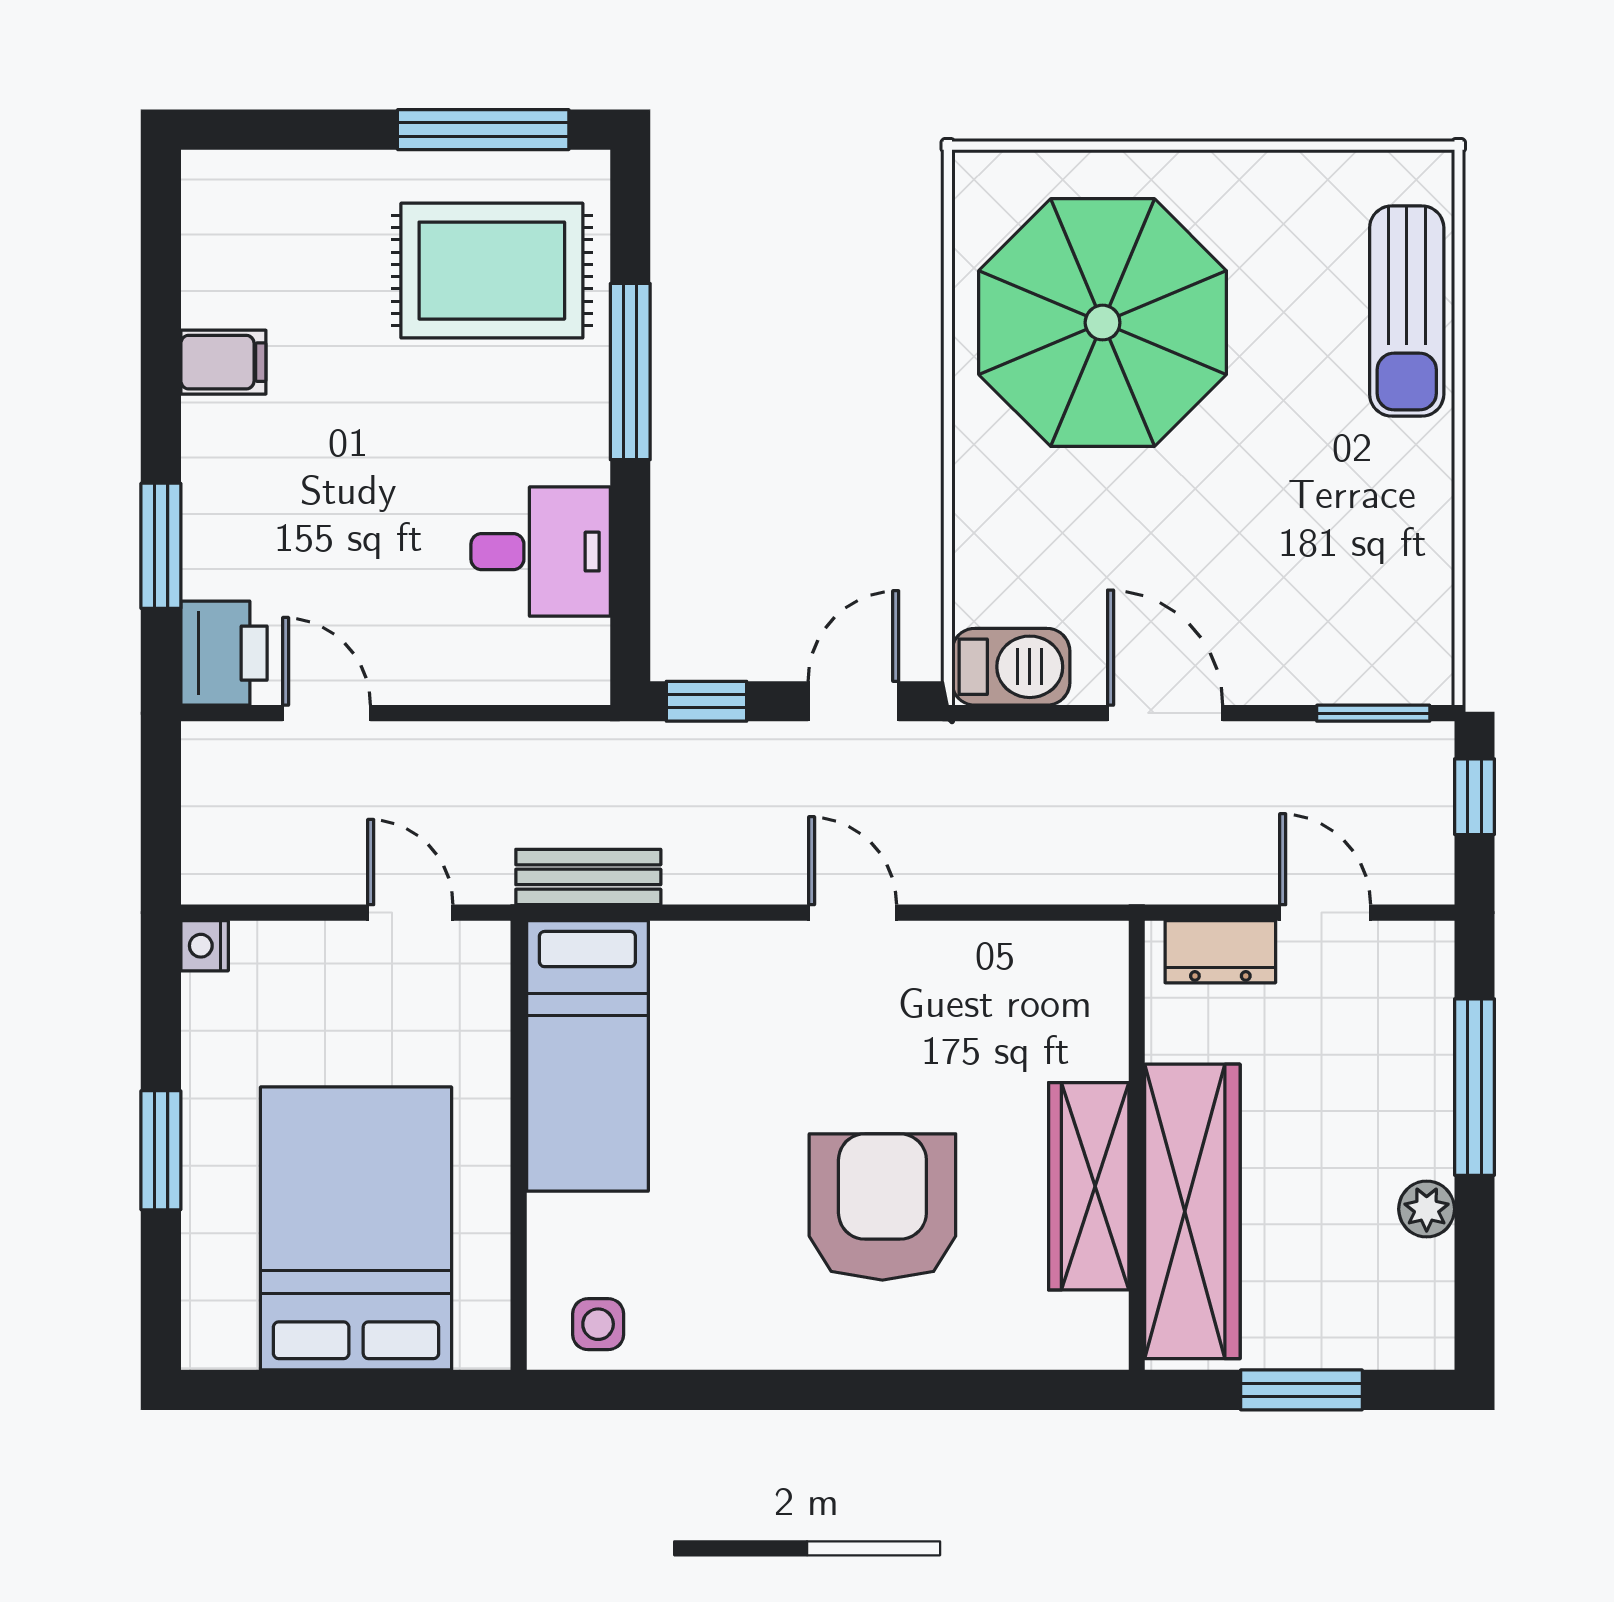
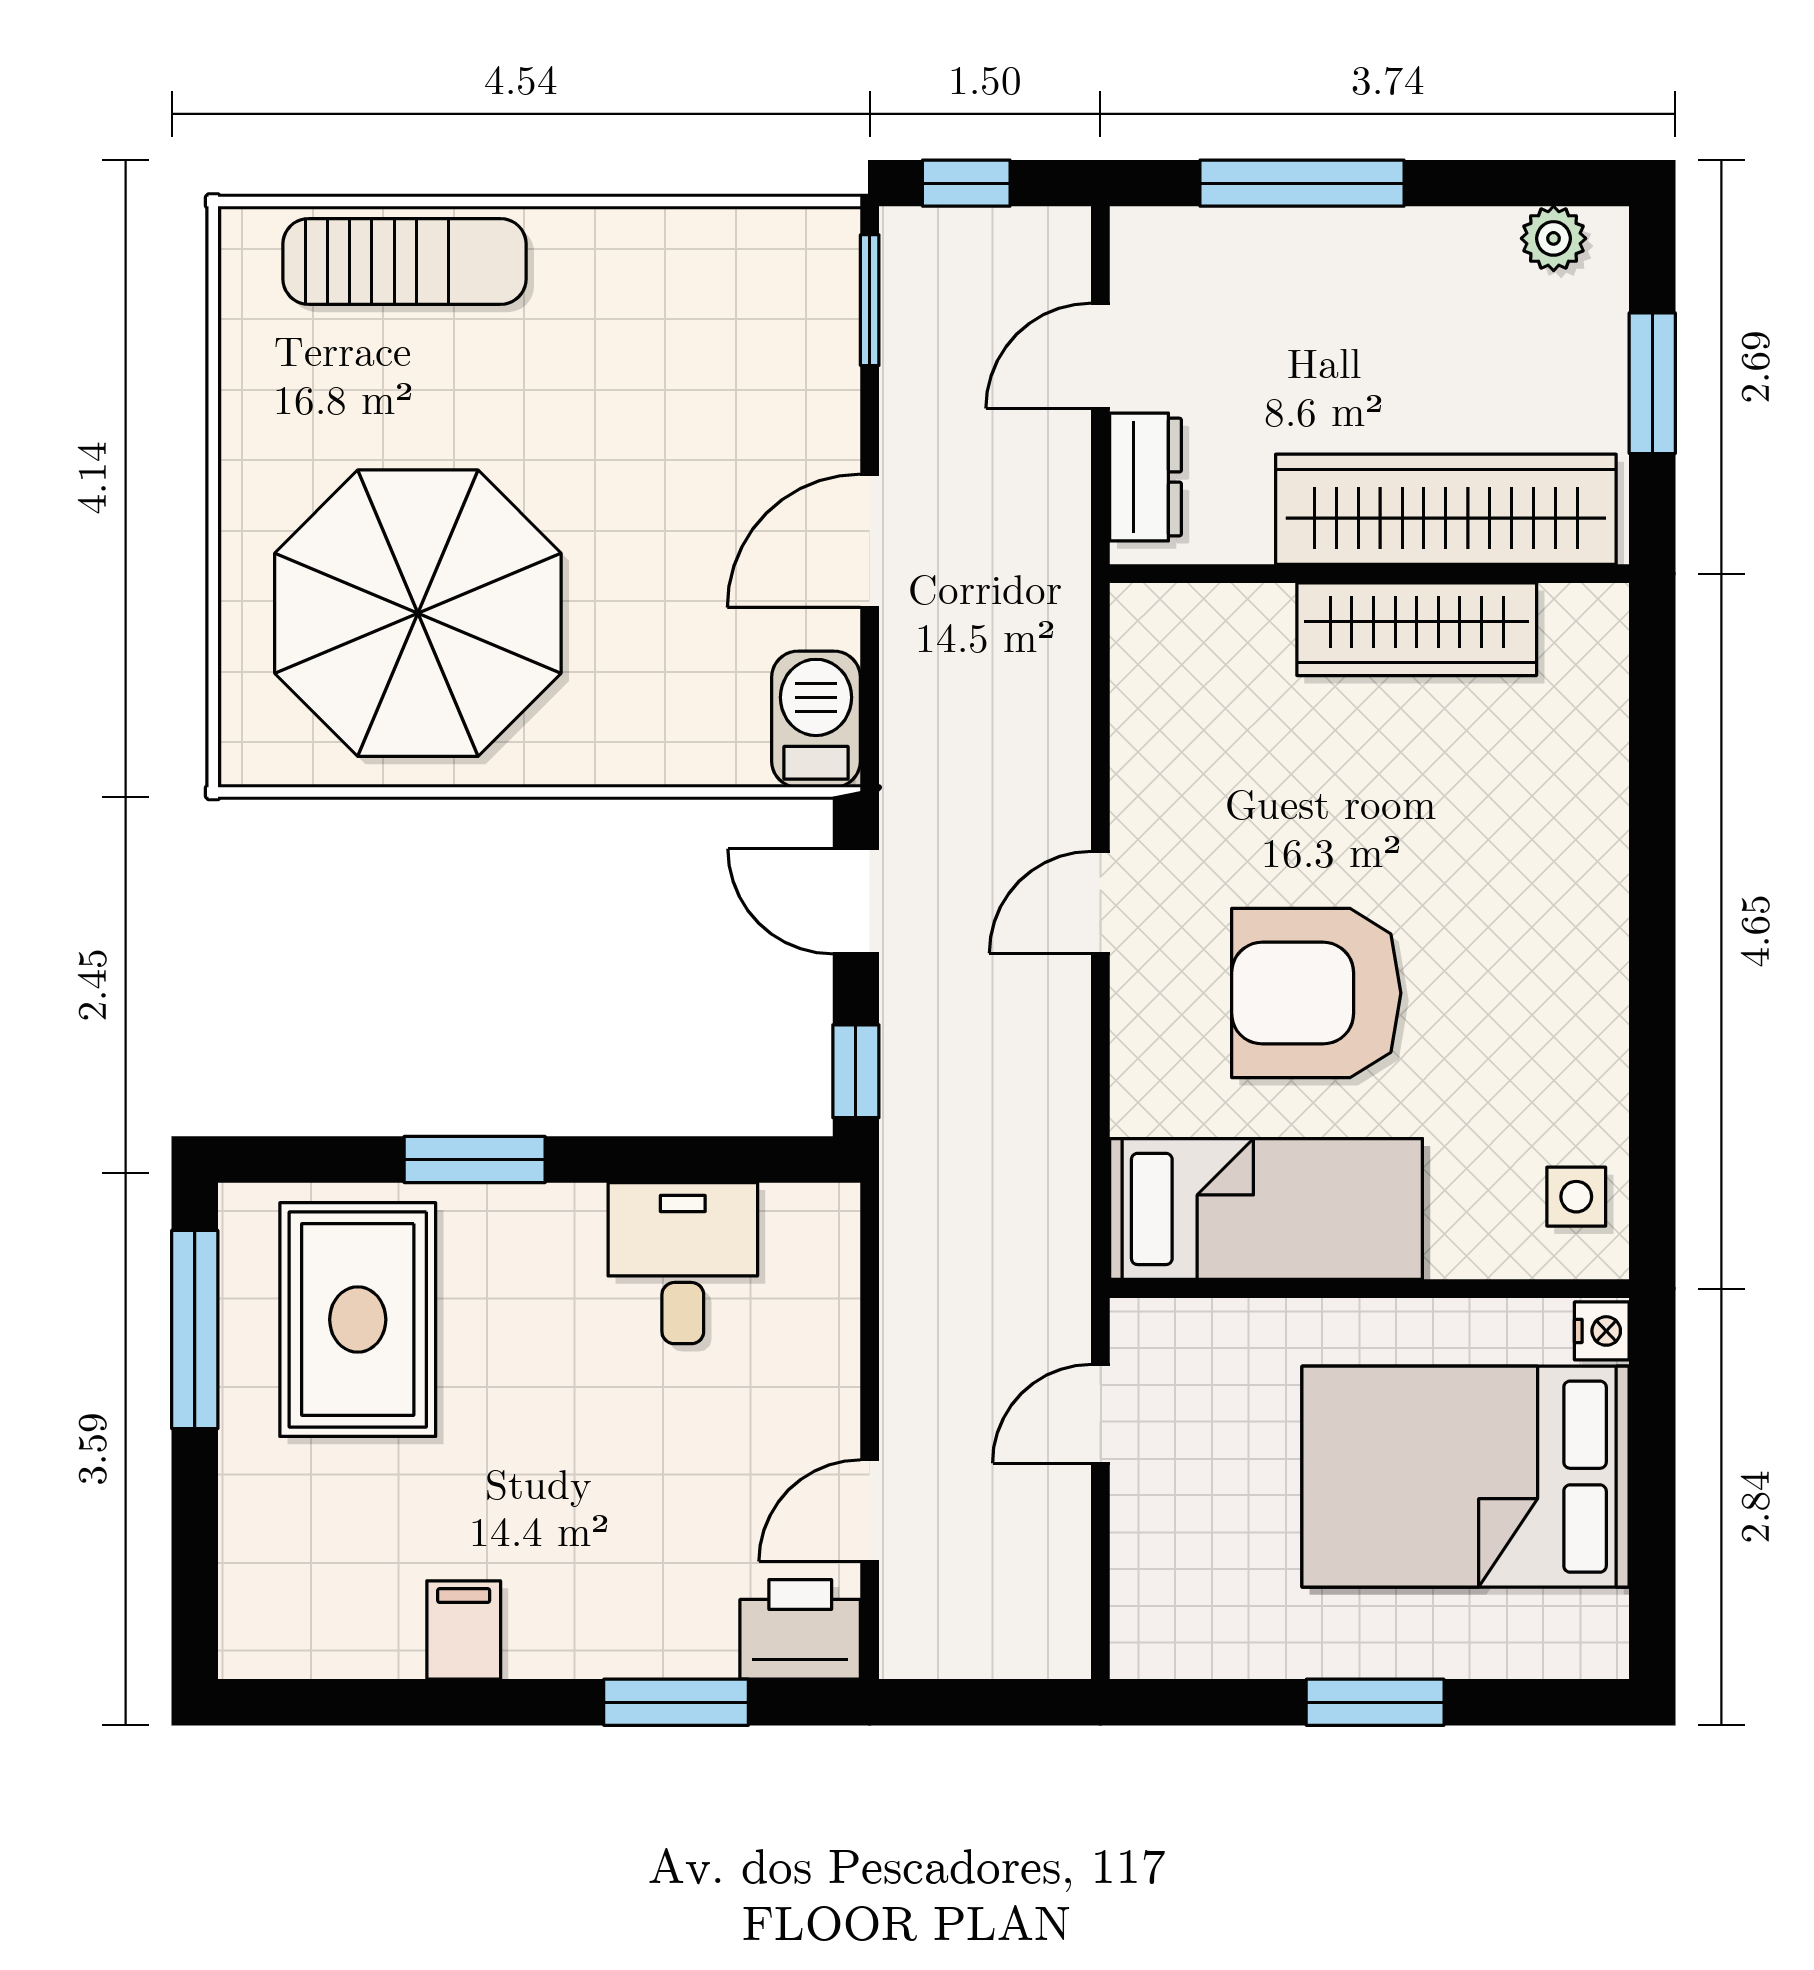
window: (630, 372) -> (475, 1159), width x0.69
bench: (588, 877) -> (1059, 1208), removed
nightstand: (205, 946) -> (1602, 1331), moved, turned -90
armchair: (882, 1207) -> (1316, 993), moved
plant: (1427, 1209) -> (1554, 238), moved

